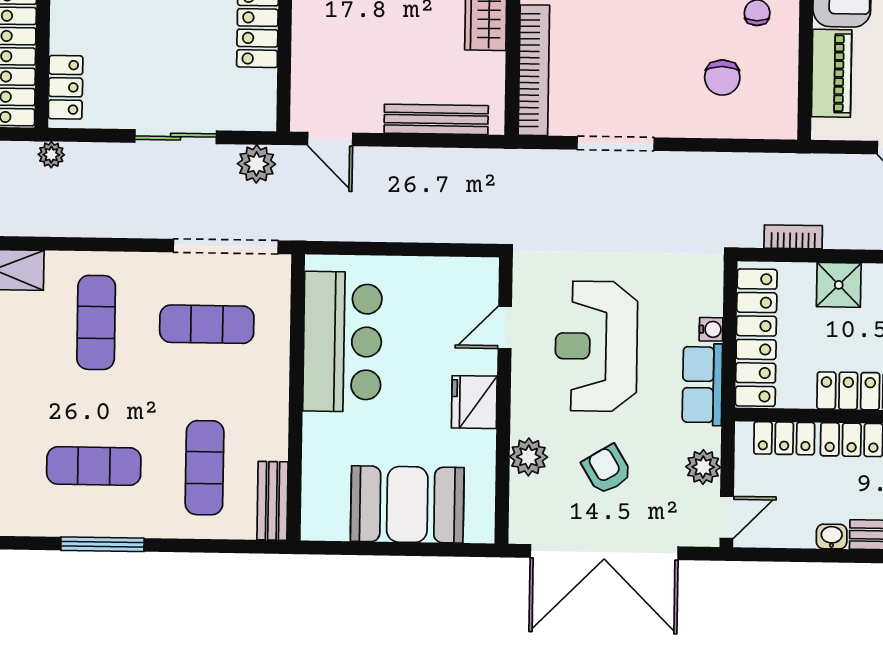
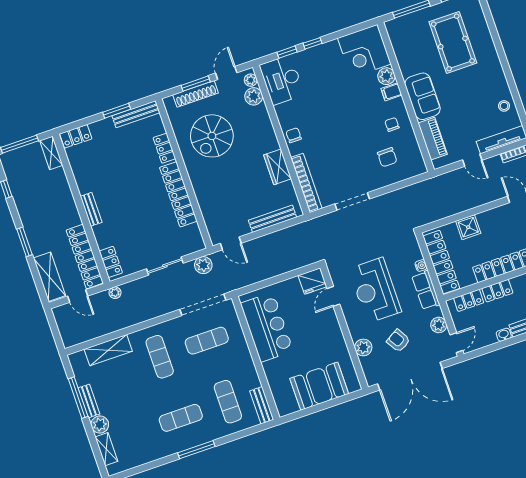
bookcase: (793, 237) -> (442, 214), removed
fridge: (474, 402) -> (312, 281), moved, turned -90

